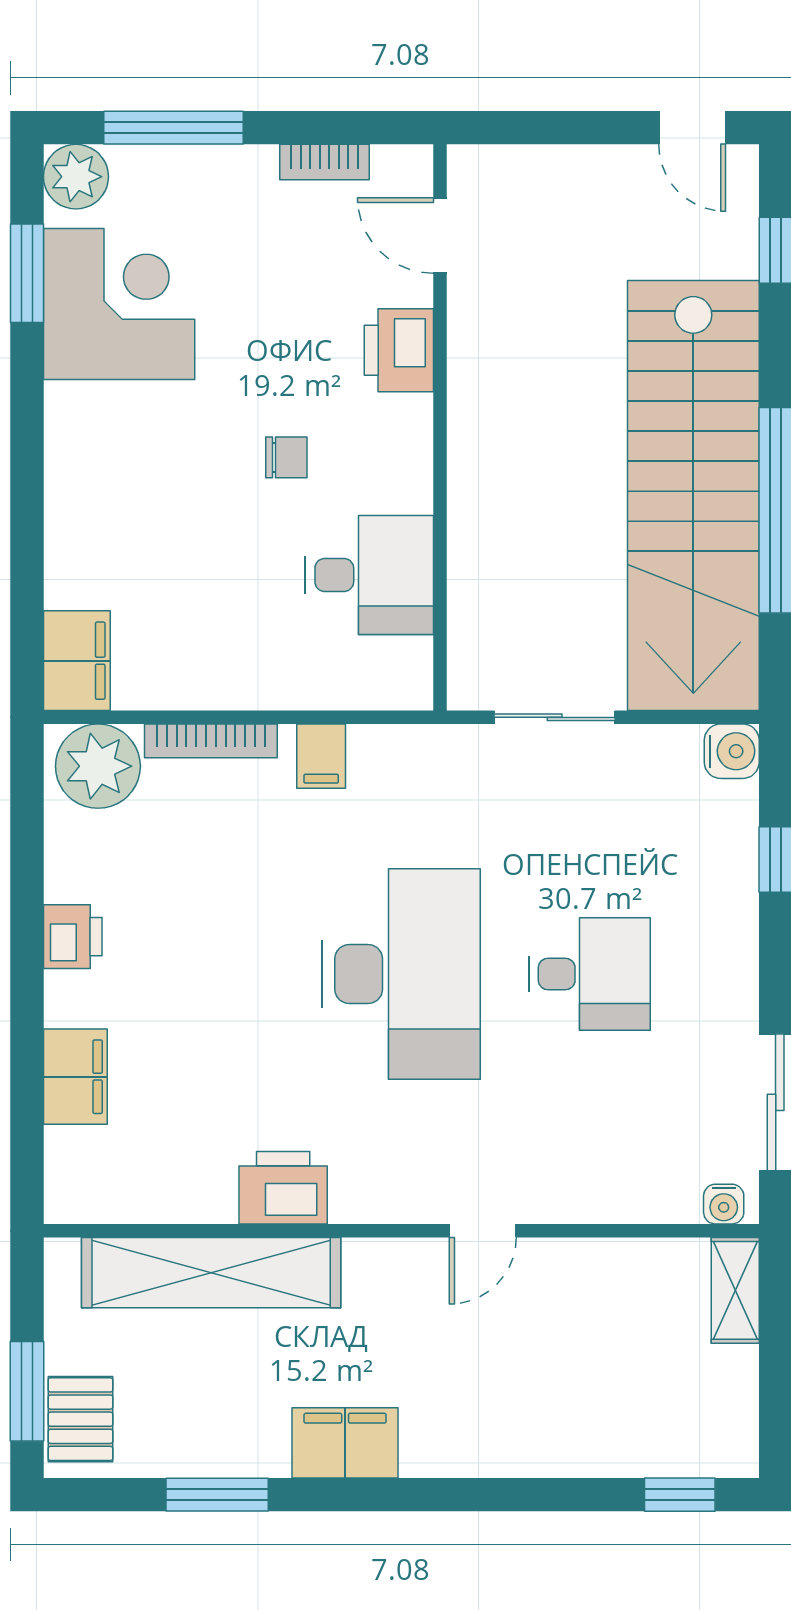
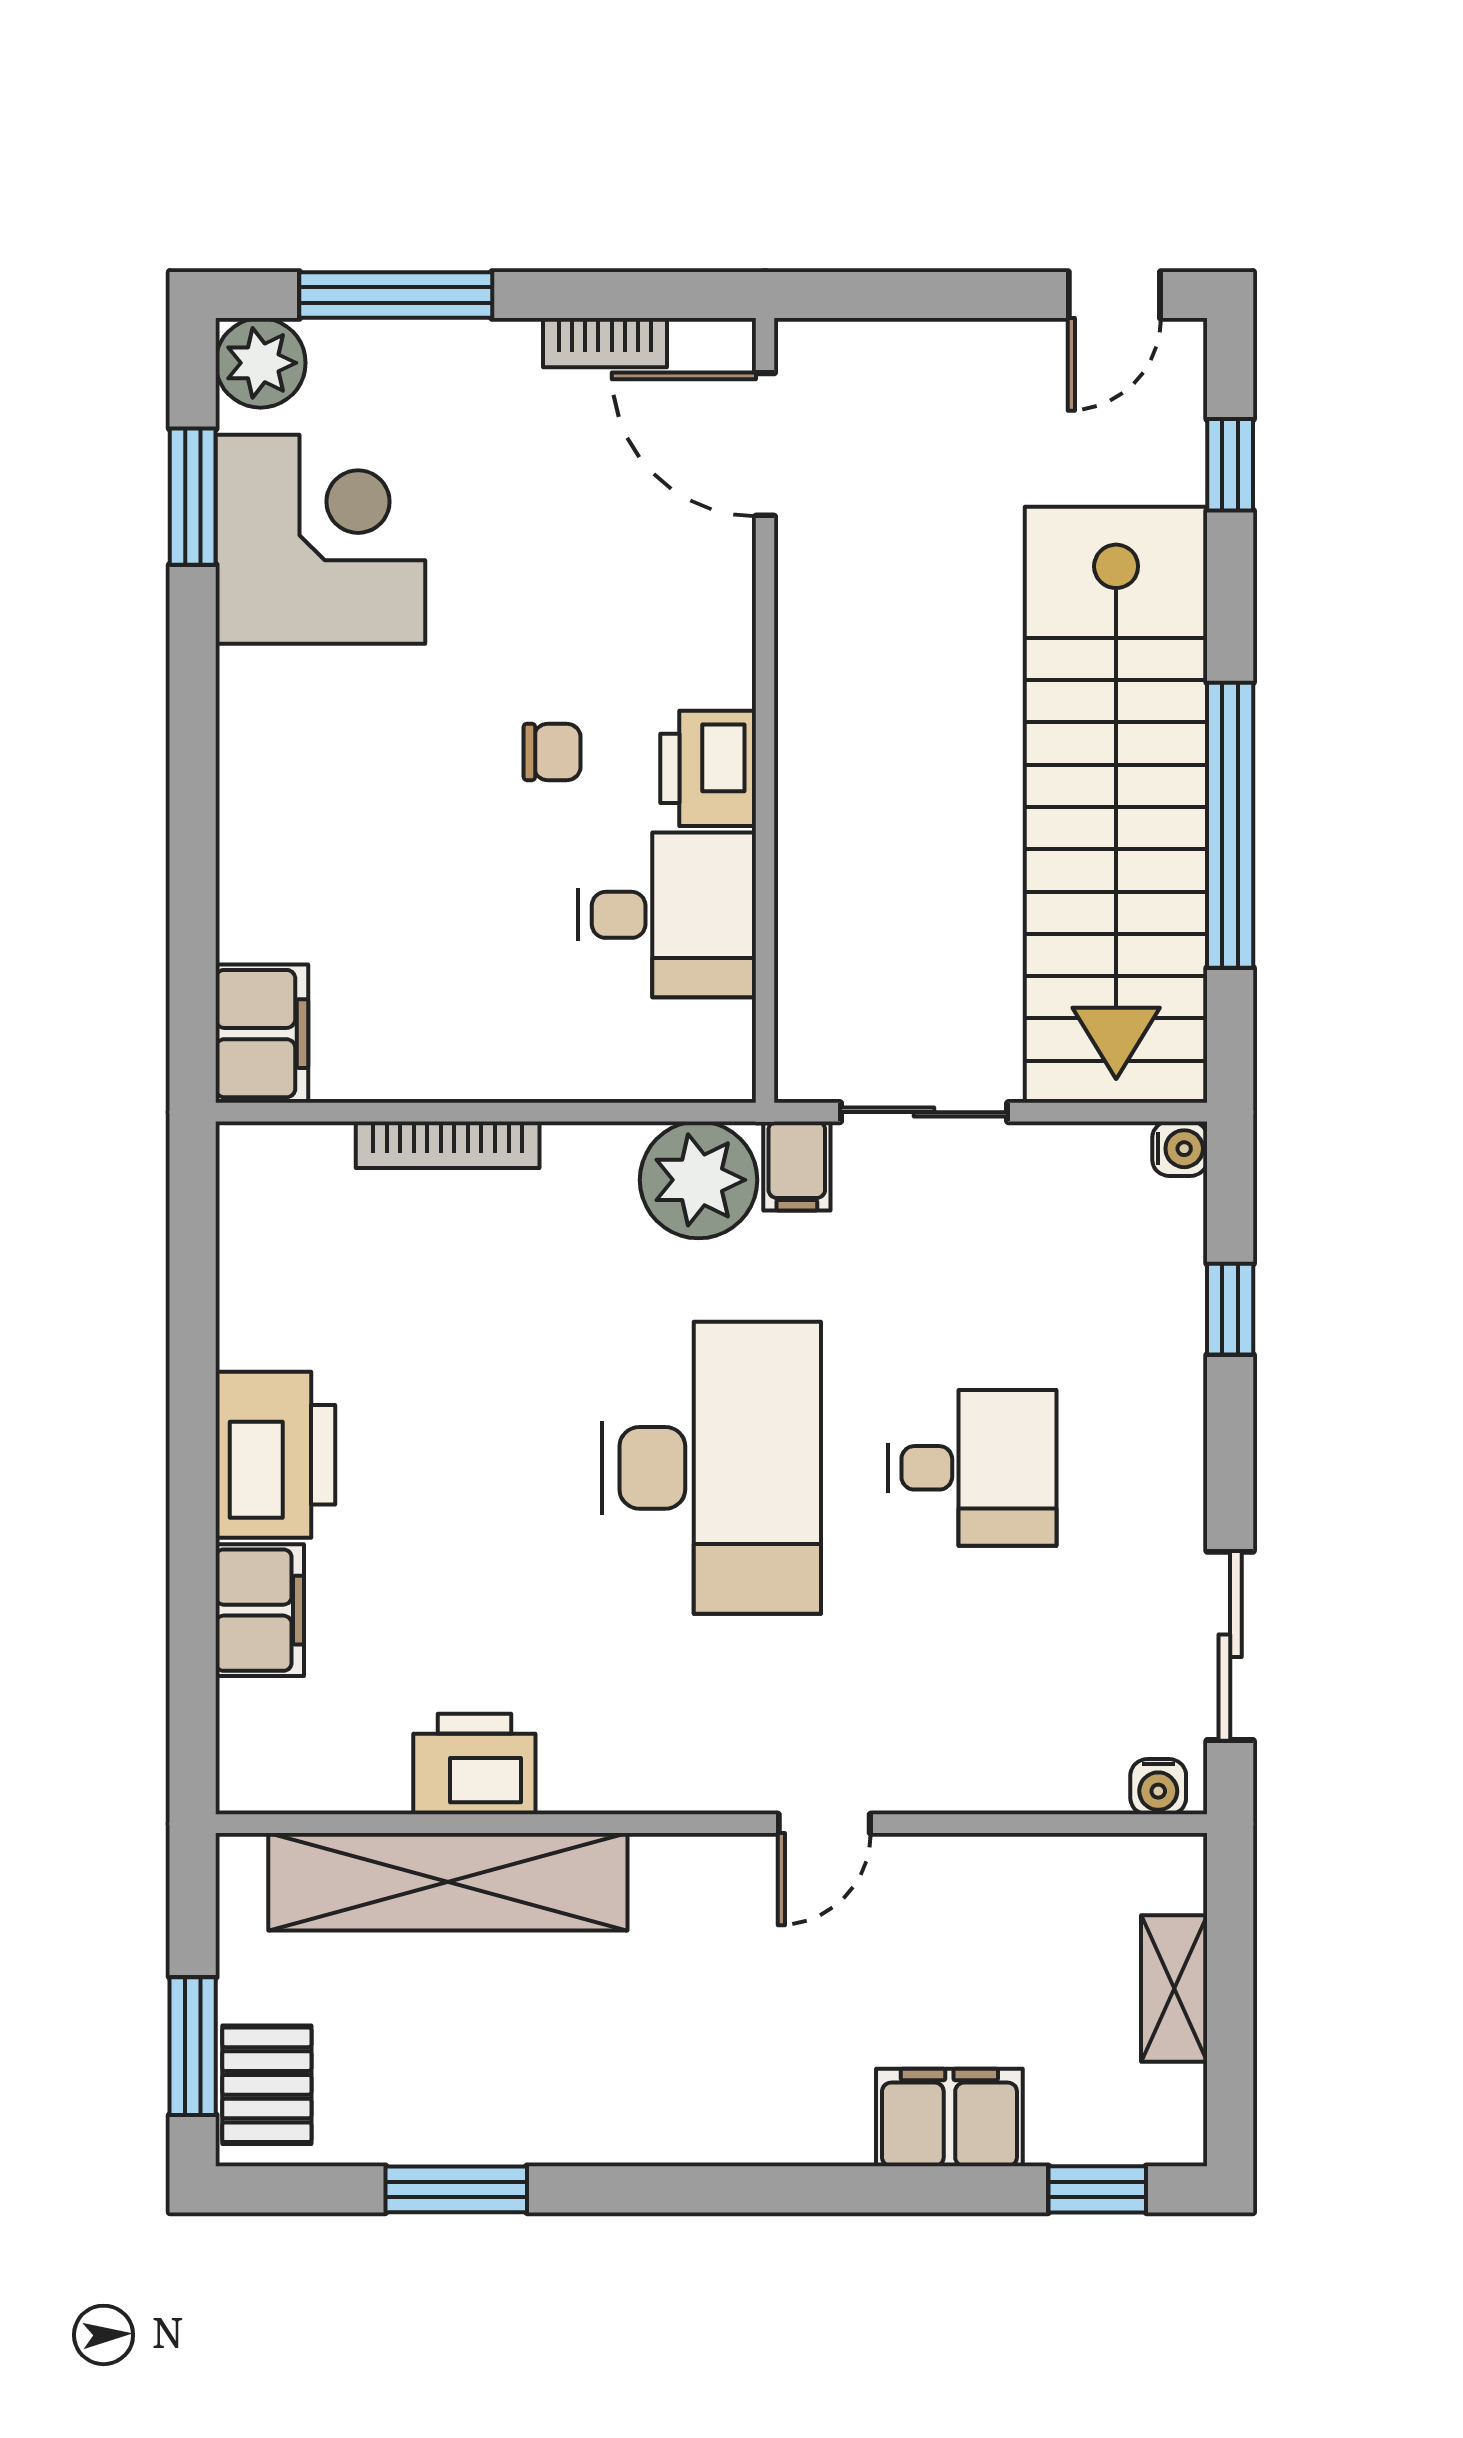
door: (692, 128) -> (1114, 295), hinge flipped
door: (440, 236) -> (765, 444), width x1.38
printer: (399, 350) -> (708, 768), moved
water cooler: (732, 751) -> (1180, 1149), width x0.72, depth x0.72
filing cabinet: (321, 756) -> (797, 1166), moved
plant: (98, 766) -> (699, 1180), moved
printer: (73, 937) -> (275, 1455), width x1.87, depth x1.48
printer: (283, 1188) -> (474, 1764), moved
shelving: (735, 1290) -> (1174, 1988), moved
filing cabinet: (345, 1443) -> (949, 2118), moved

